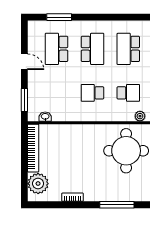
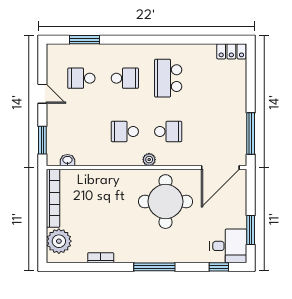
school desk: (57, 49) -> (81, 78), width x0.54
school desk: (92, 49) -> (125, 78), width x0.54
plant: (140, 116) -> (149, 160), moved

